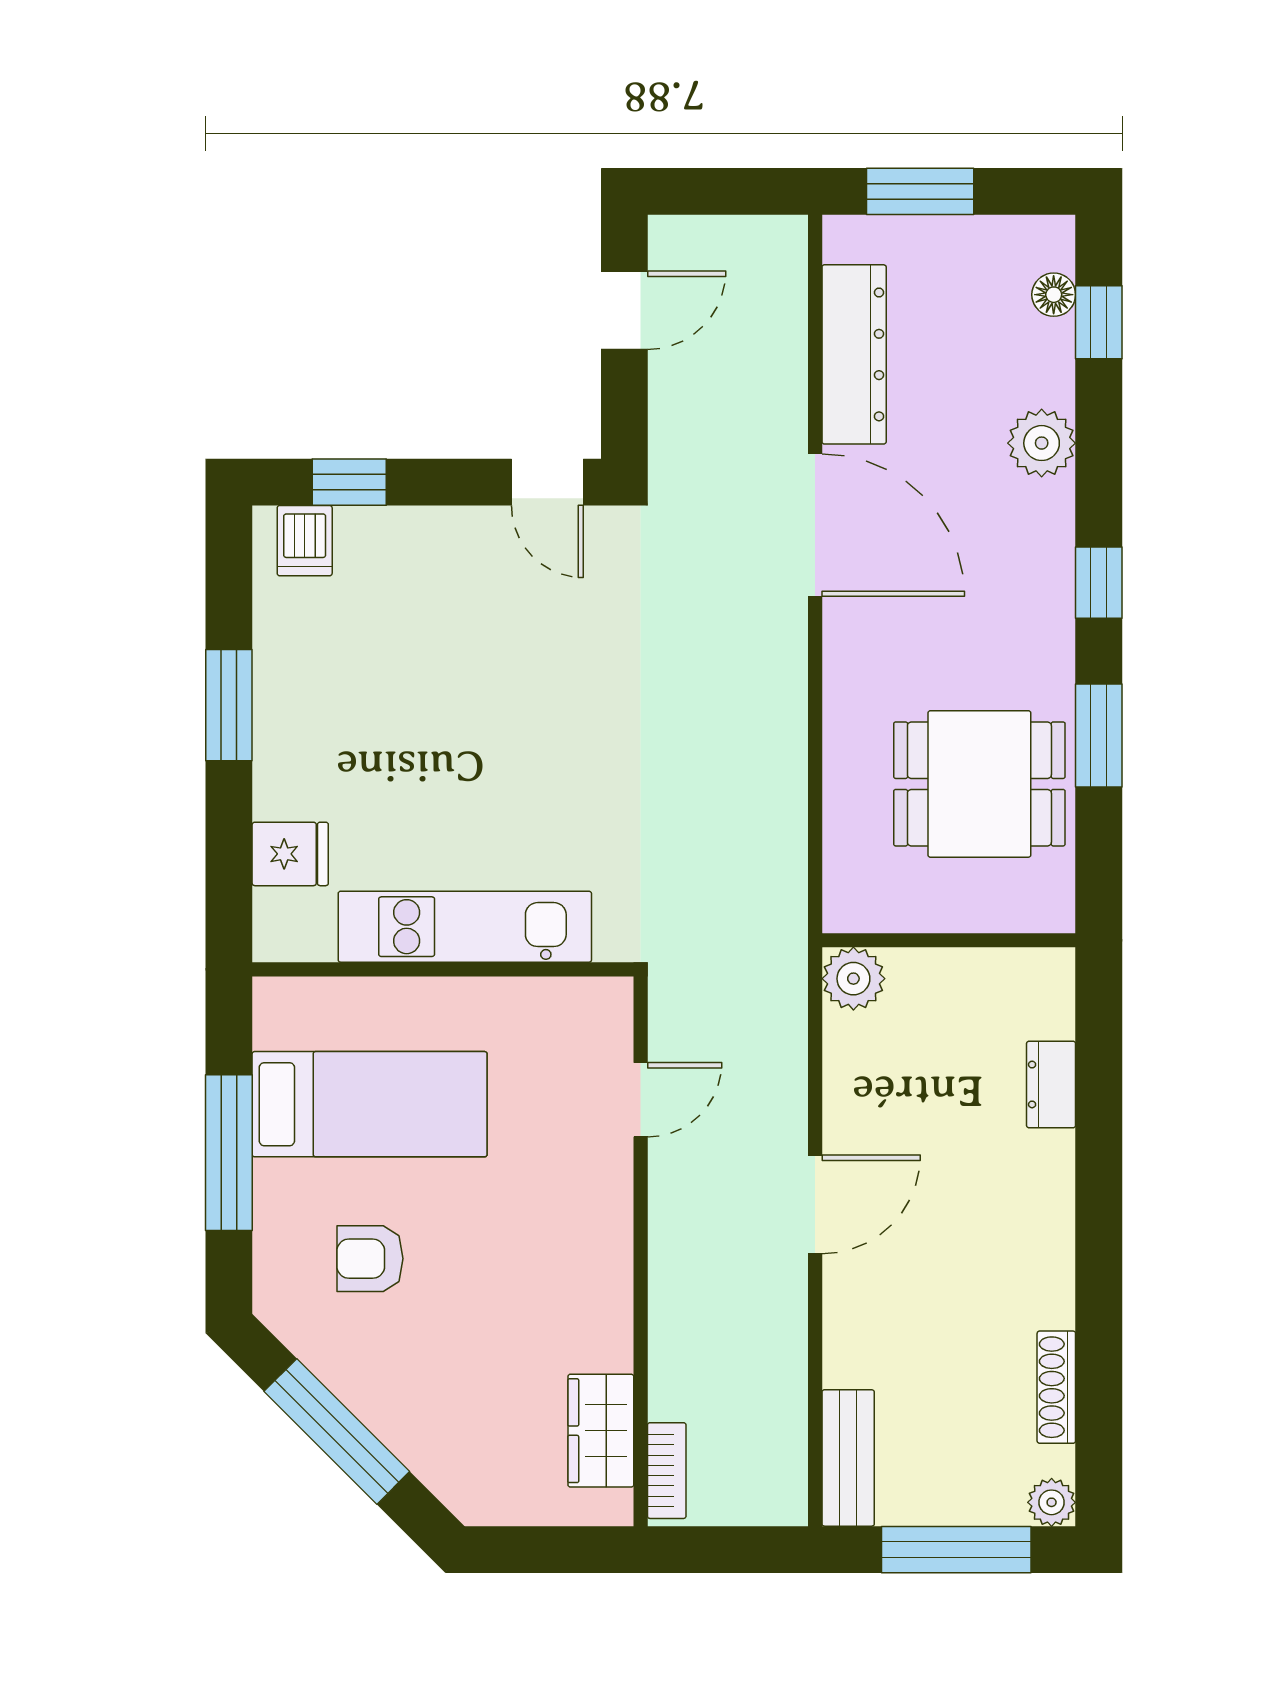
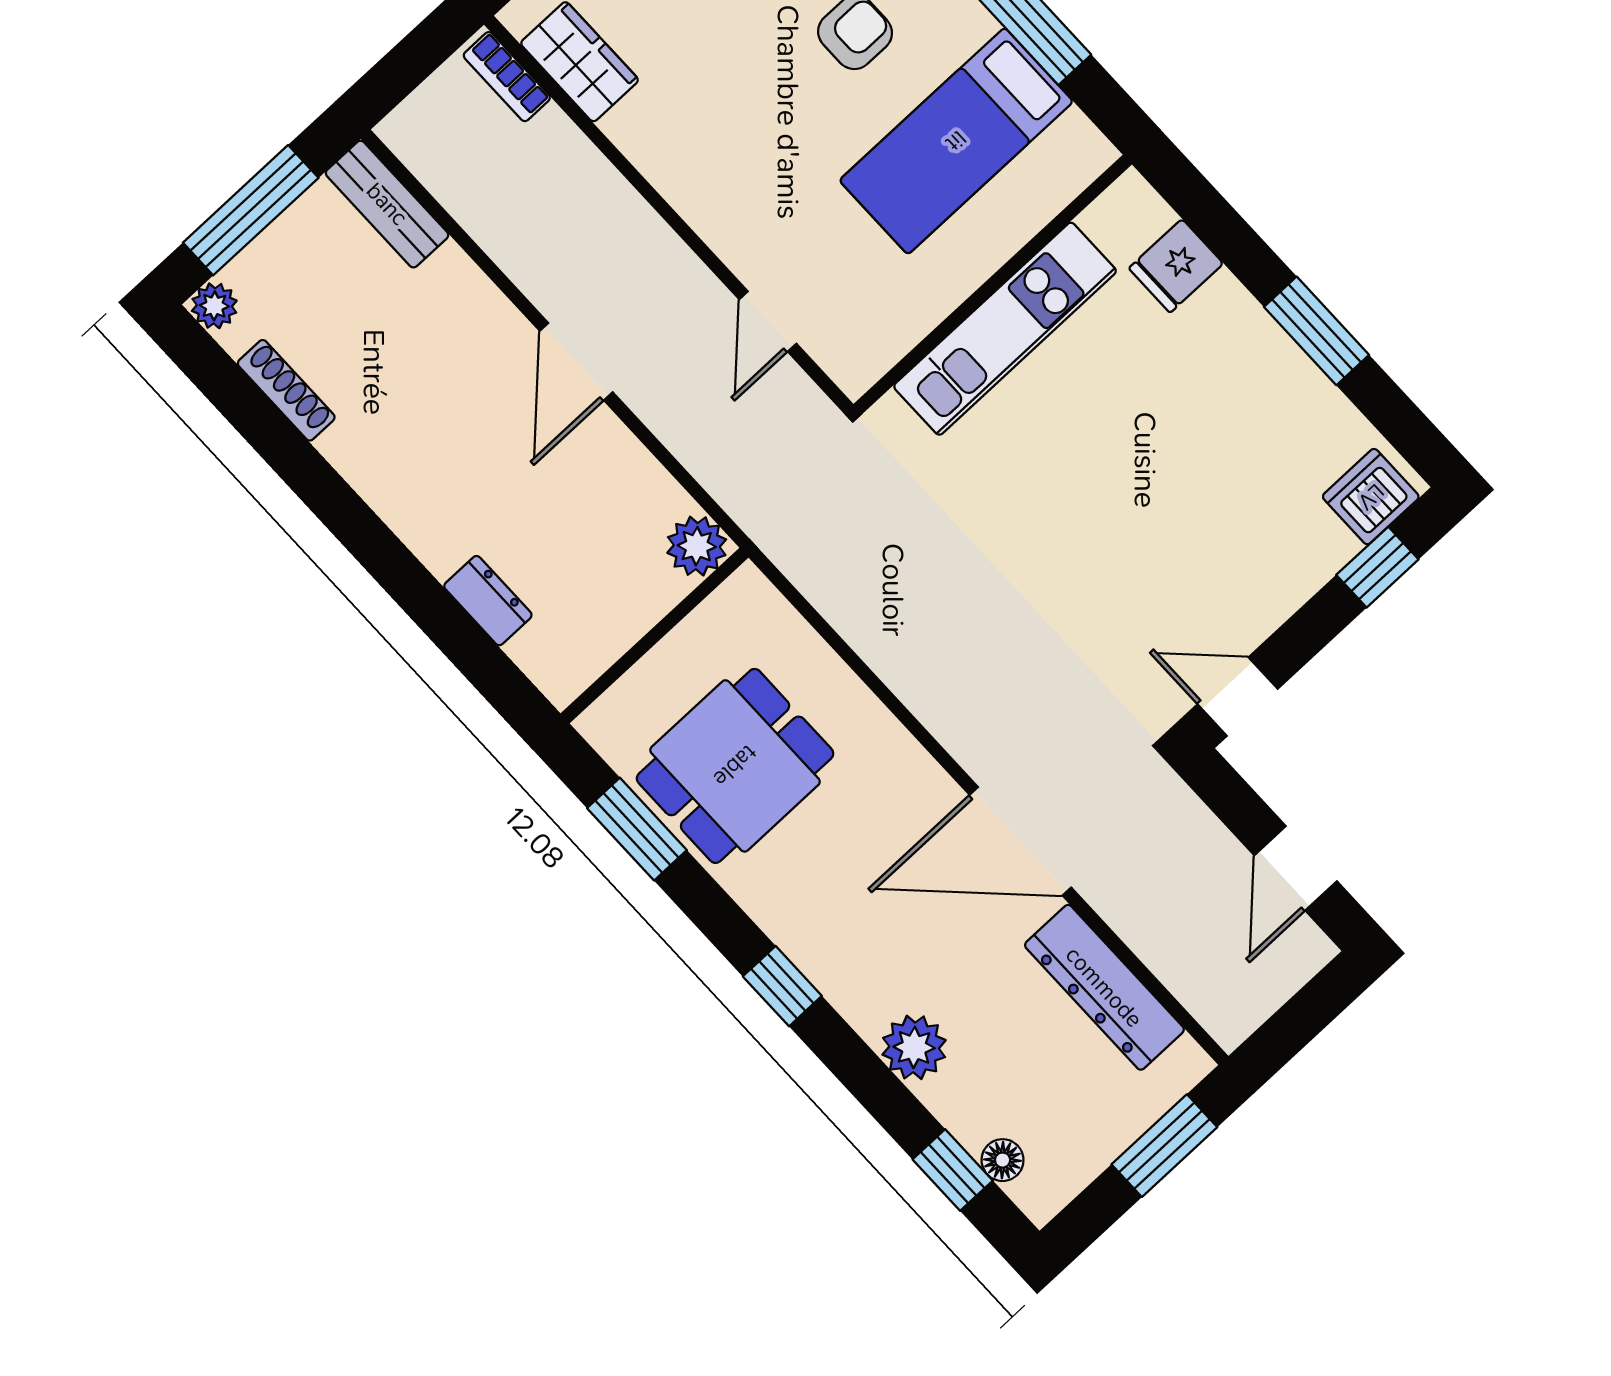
dishwasher: (305, 541) -> (1371, 497), width x1.38
window: (1099, 736) -> (637, 829), moved

